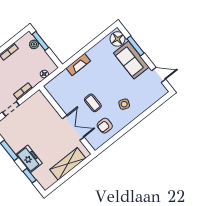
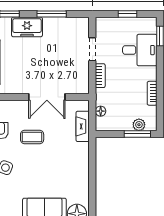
fireplace: (78, 65) -> (83, 126), moved
double door: (73, 128) -> (47, 97), moved

